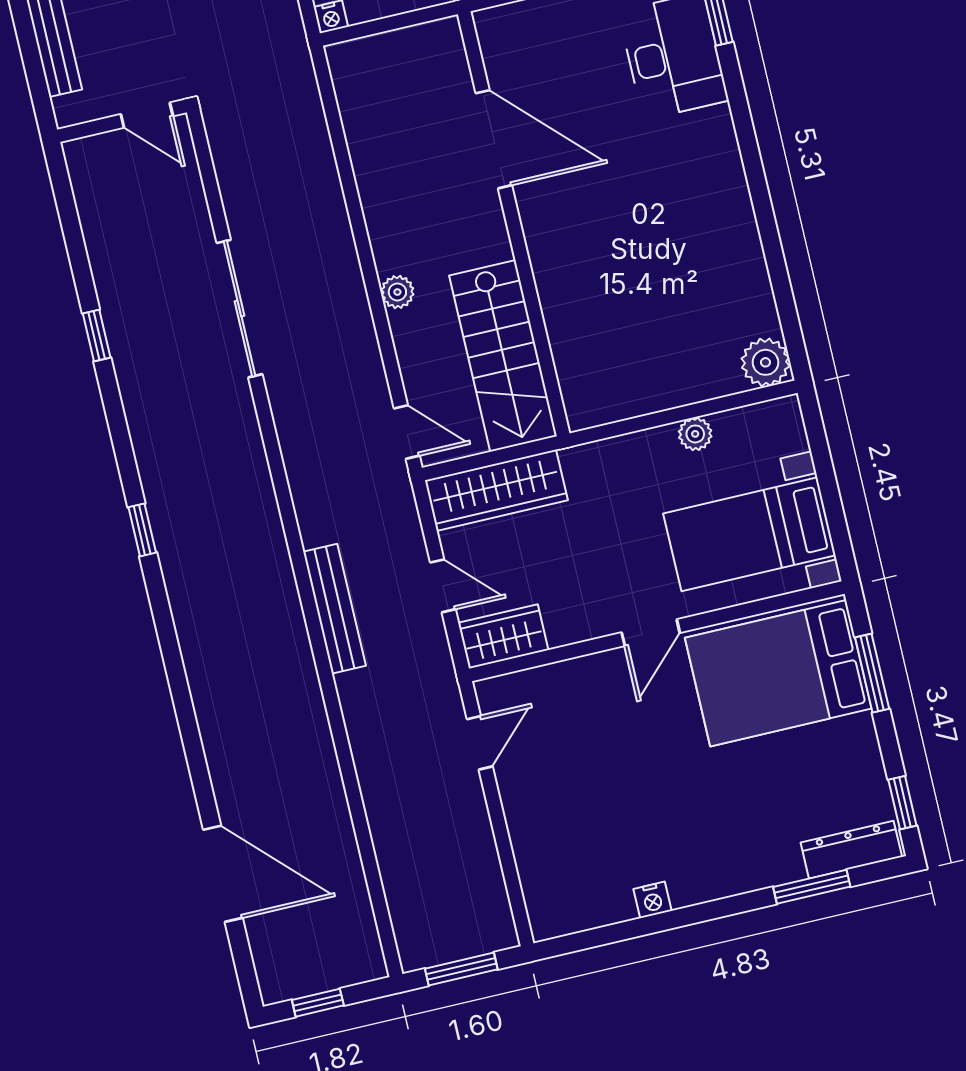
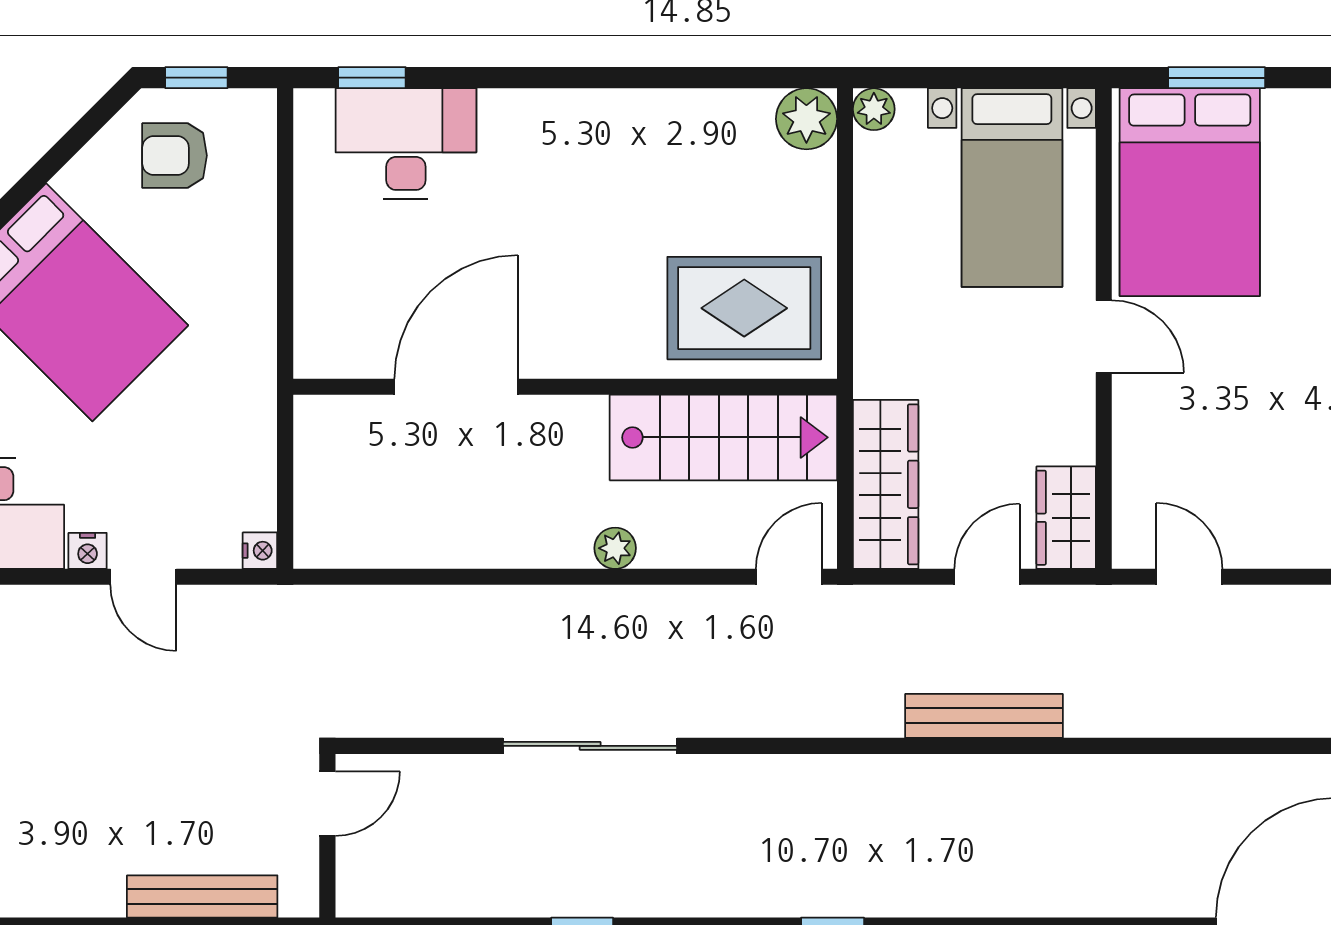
rug: (607, 348) -> (744, 308), added
plant: (695, 434) -> (874, 109), moved

